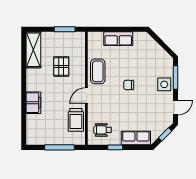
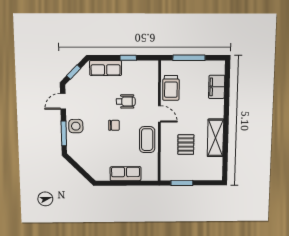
shelving: (33, 50) -> (215, 138), moved
door: (86, 96) -> (159, 114), hinge flipped
filing cabinet: (33, 103) -> (217, 87), moved
trolley: (76, 120) -> (171, 88), turned 180
wheelchair: (103, 130) -> (126, 101), moved

